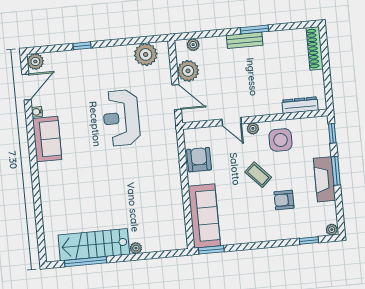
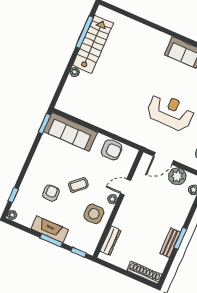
bench: (245, 40) -> (170, 243), moved

